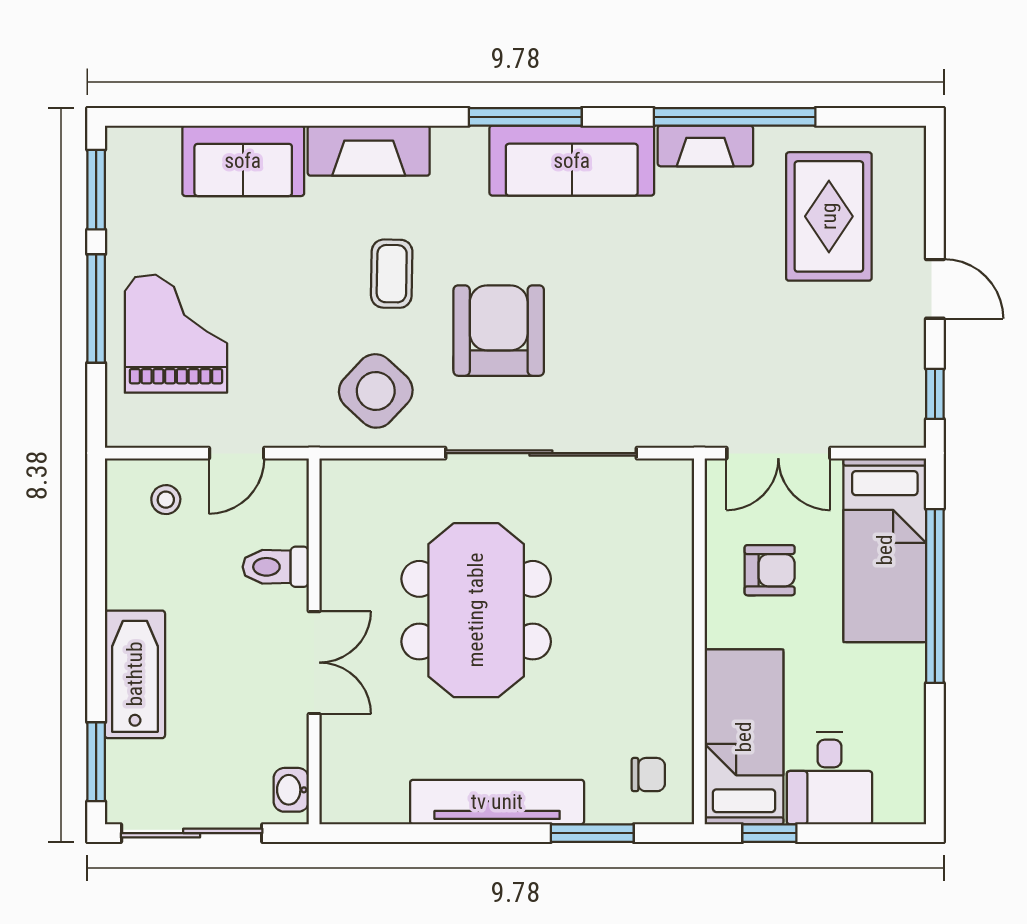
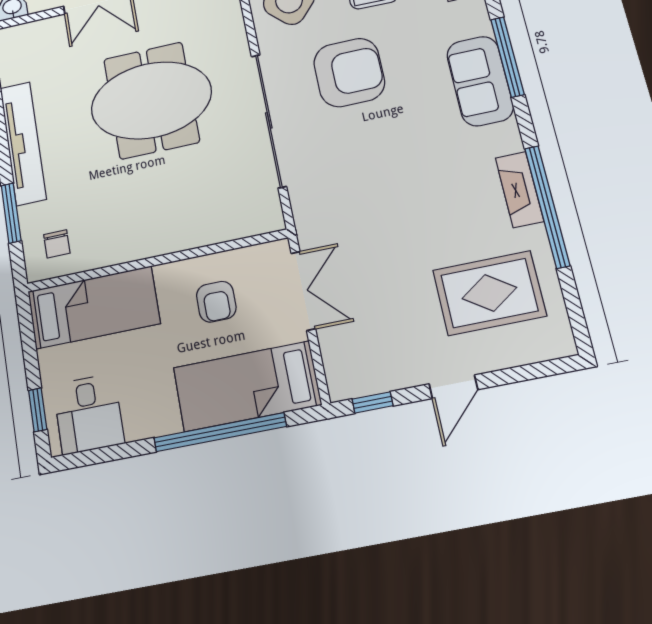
sofa: (572, 161) -> (480, 81), width x0.73
double door: (778, 453) -> (303, 291), swing flipped
desk: (829, 778) -> (89, 414), moved, turned -90
window: (769, 833) -> (38, 410), moved

